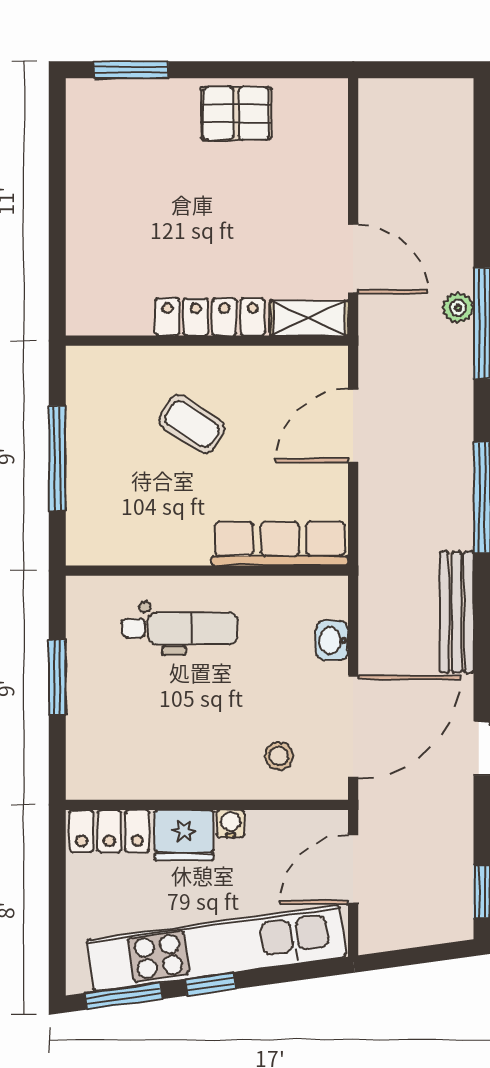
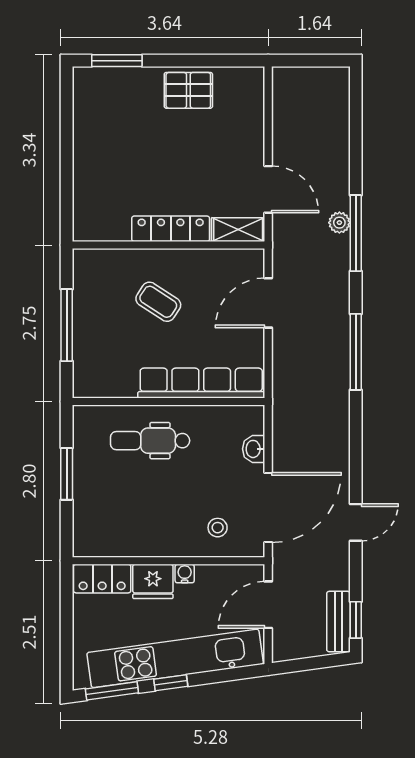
row of seats: (280, 544) -> (201, 383), width x1.36
bench: (457, 612) -> (338, 622), moved, width x0.73
dental chair: (180, 628) -> (150, 441), turned 180

